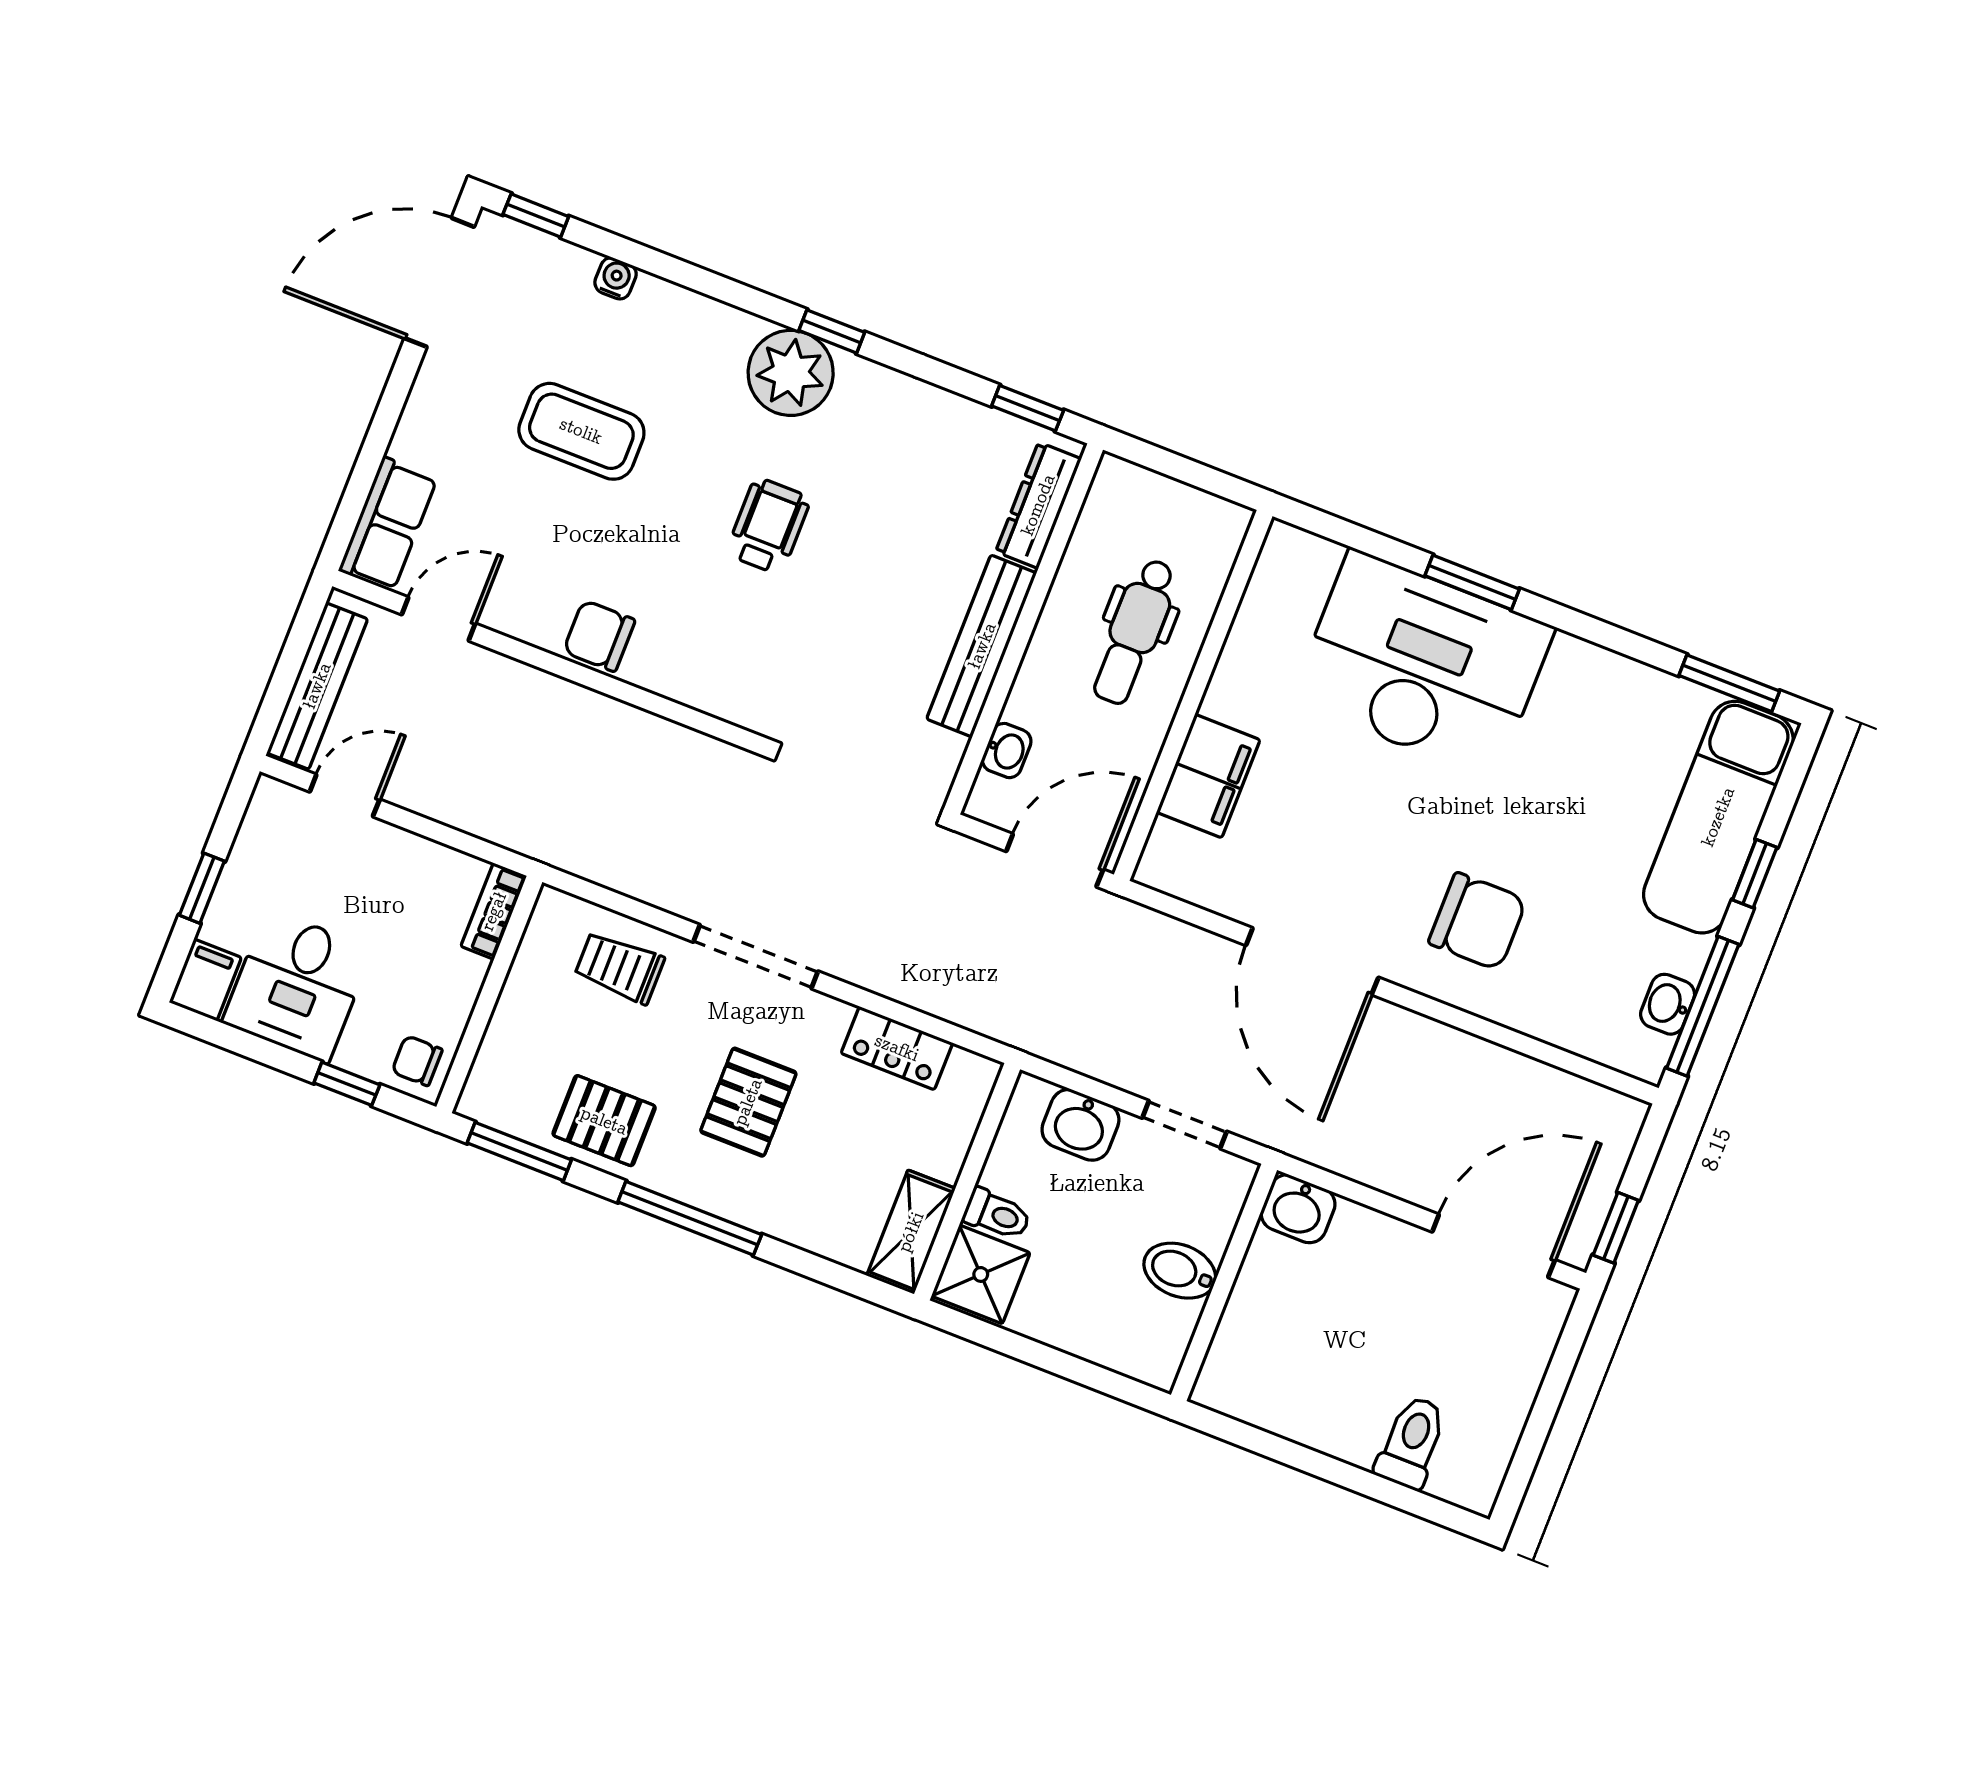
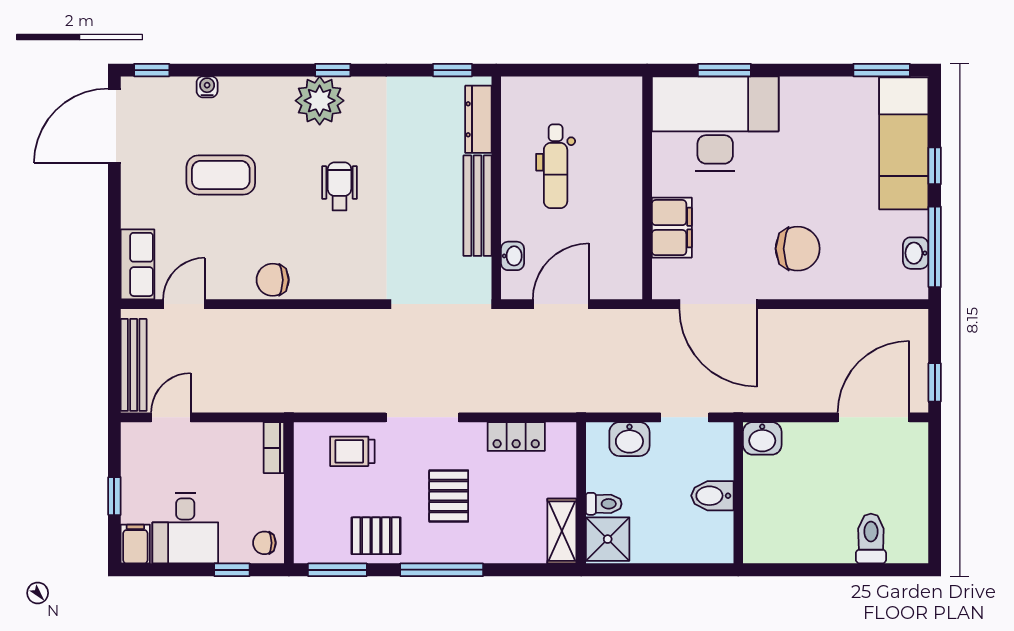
wall: (1193, 695) -> (647, 188), moved
filing cabinet: (1208, 776) -> (672, 228), moved

